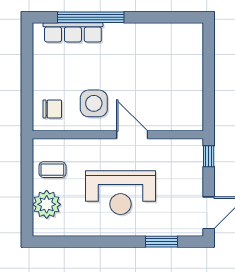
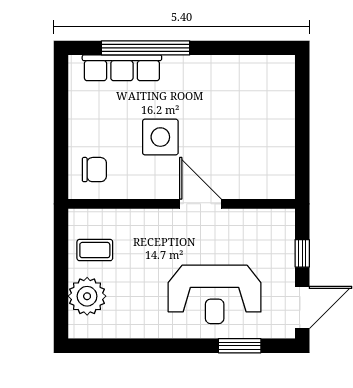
side table: (94, 103) -> (160, 137), moved
window: (209, 156) -> (302, 253), moved
reception desk: (121, 193) -> (215, 294), moved

